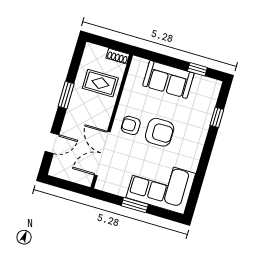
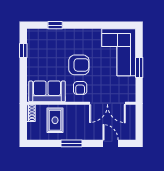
sofa: (168, 79) -> (47, 91), moved, turned -90
armchair: (160, 132) -> (79, 65), turned 90

